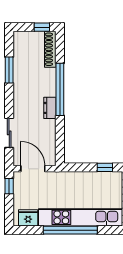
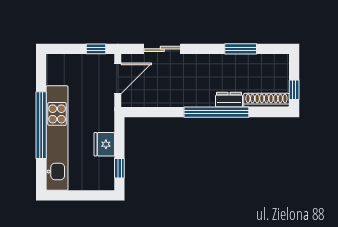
dresser: (50, 108) -> (229, 100), moved
fridge: (28, 218) -> (104, 144), moved, turned 180

